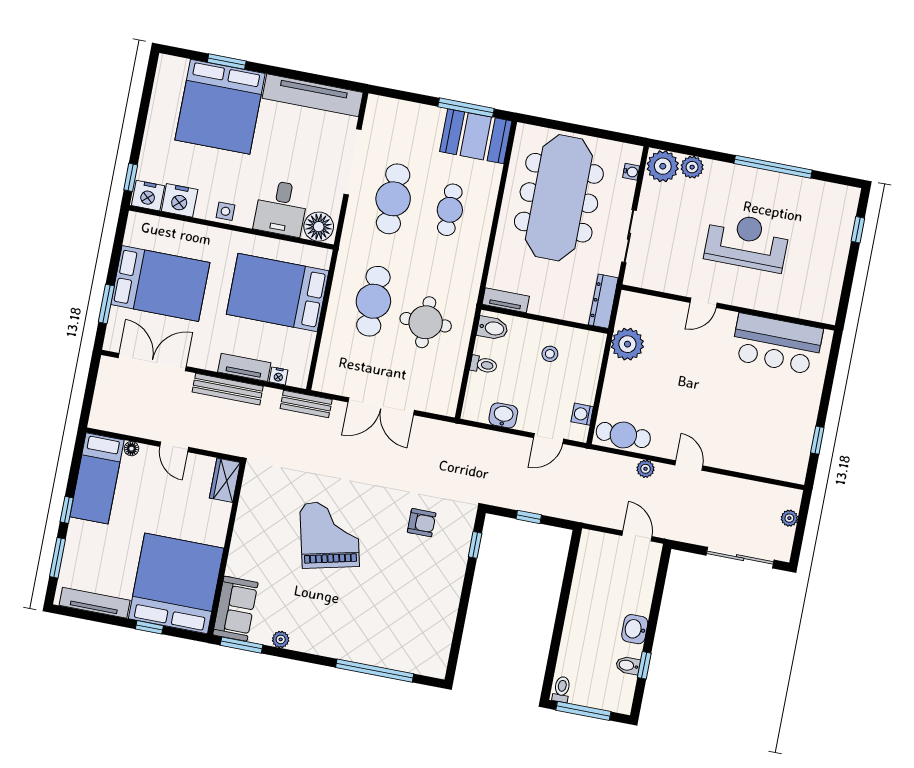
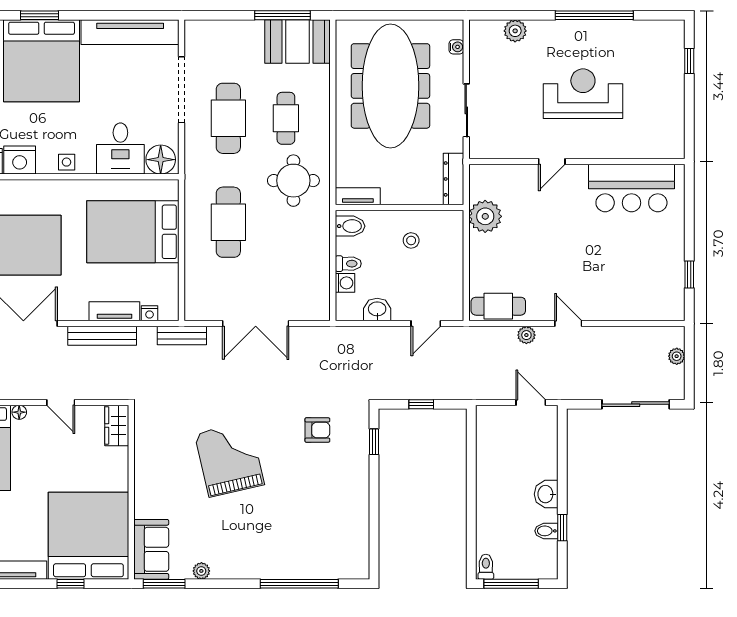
plant: (663, 166) -> (486, 35), removed
round table: (426, 322) -> (293, 181), moved
washing machine: (582, 414) -> (345, 283), moved, turned 180

